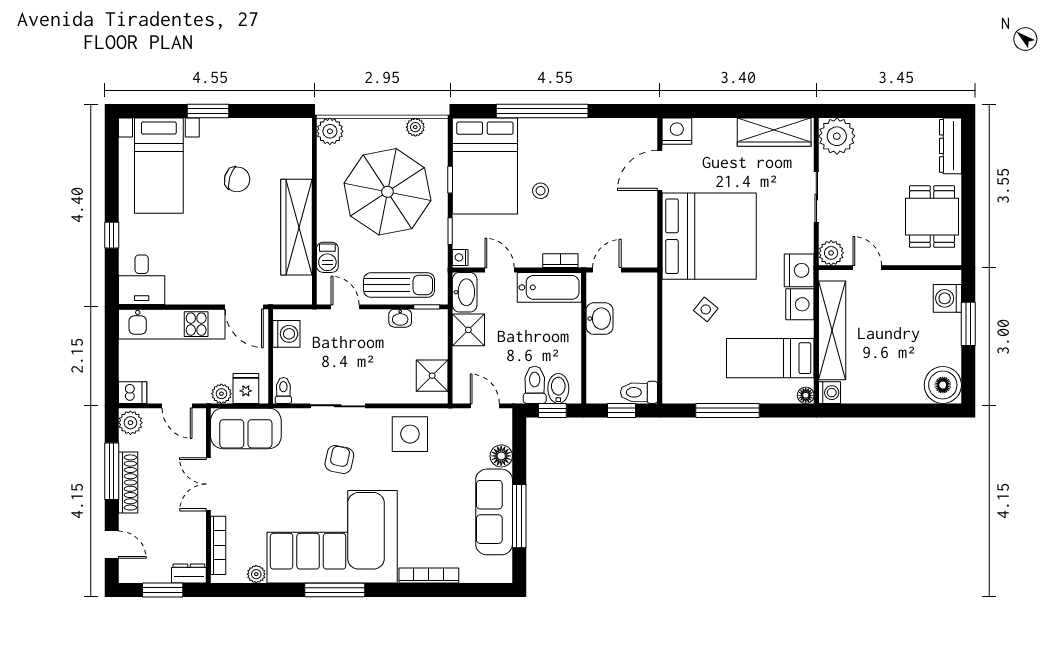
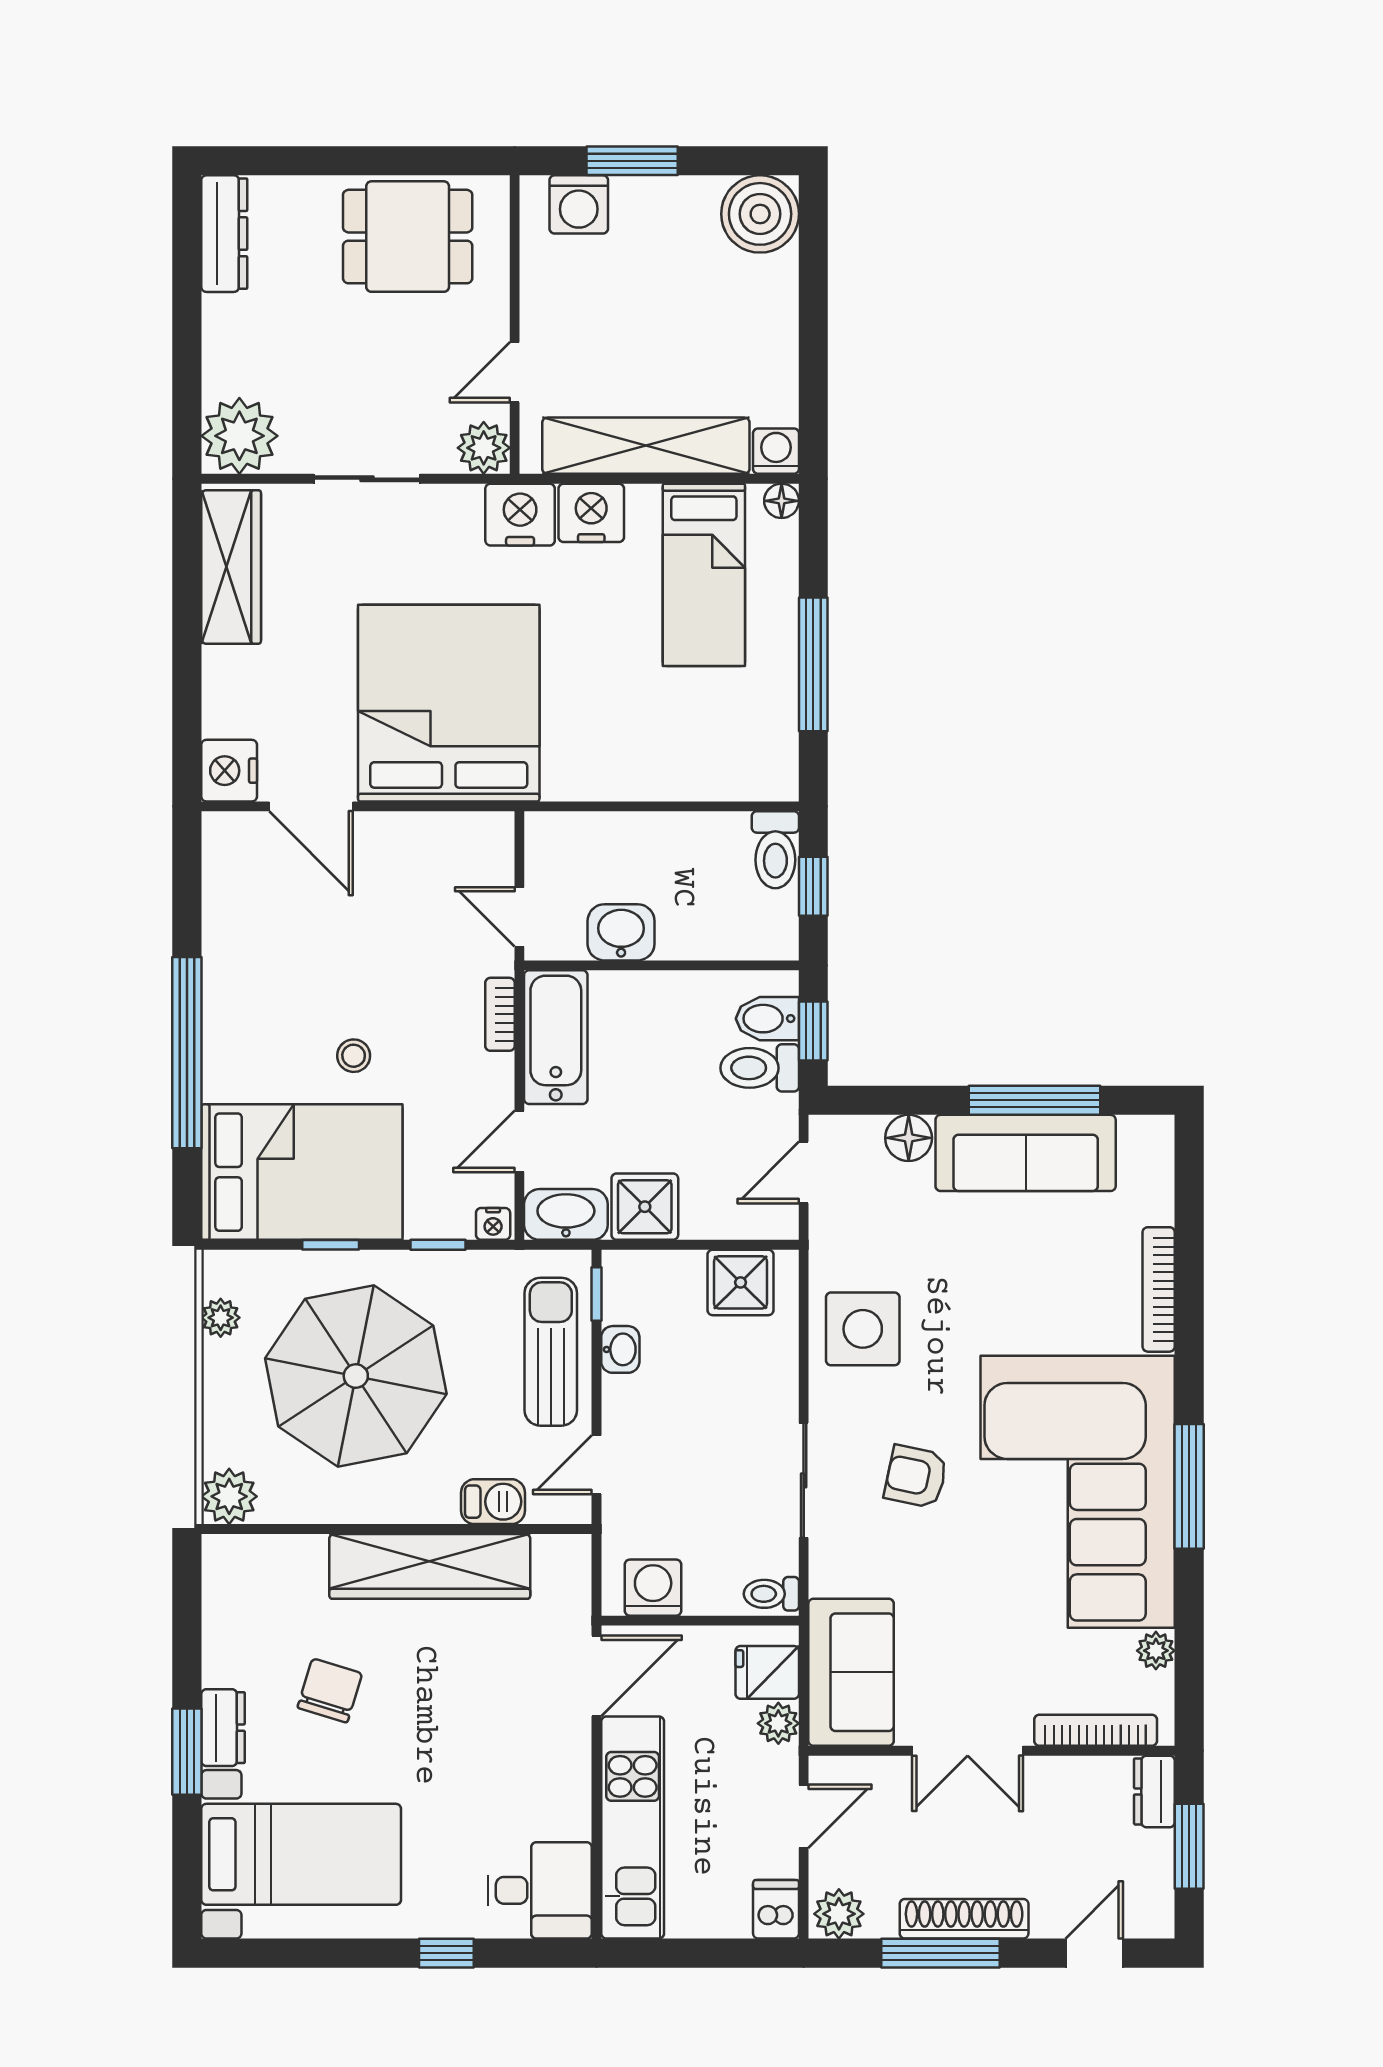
dresser: (219, 128) -> (223, 1728), added
dresser: (950, 146) -> (224, 234), moved, turned -90
side table: (706, 309) -> (602, 710), removed

